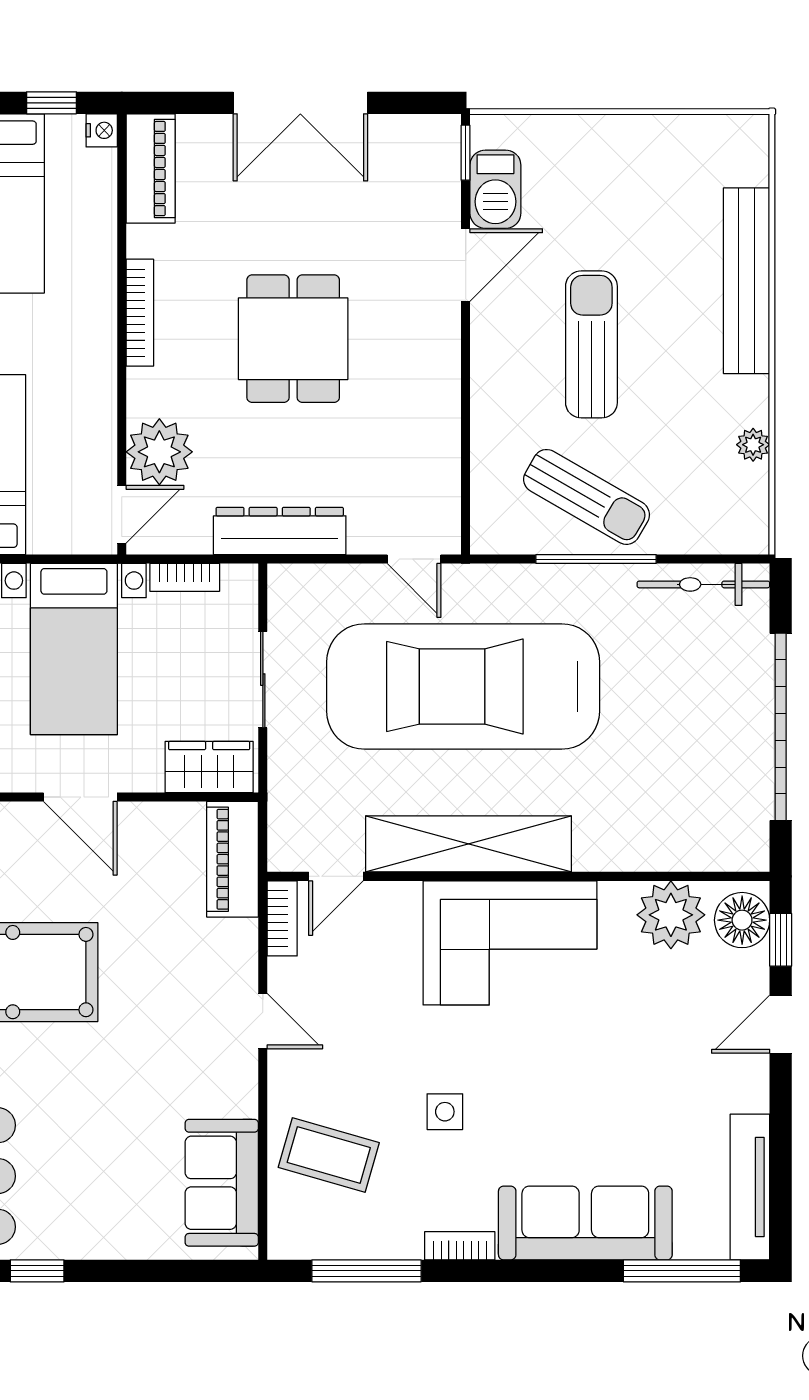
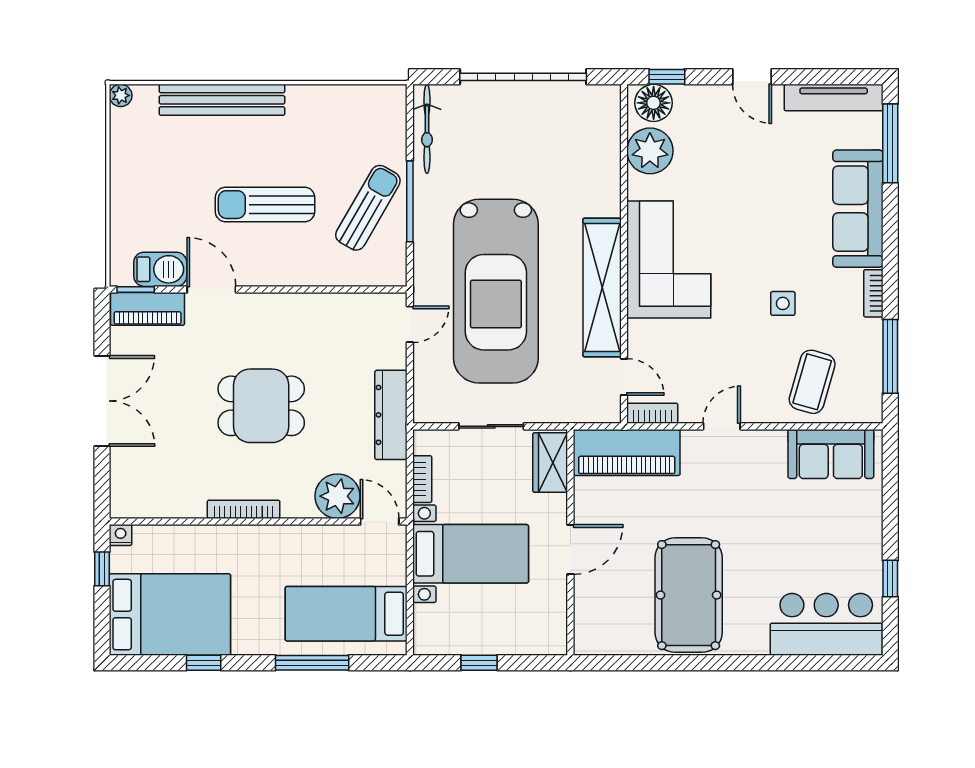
piano: (151, 169) -> (148, 309), moved, turned 180
plant: (753, 445) -> (121, 95), moved
piano: (233, 859) -> (627, 452), width x1.37, depth x1.33
door: (781, 1024) -> (752, 77), moved

